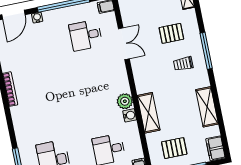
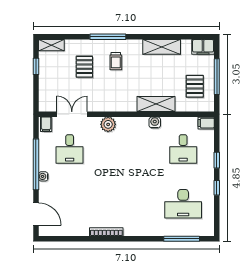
water cooler: (37, 18) -> (43, 176), moved
double door: (124, 44) -> (72, 114), moved
plant: (125, 101) -> (108, 124), moved

